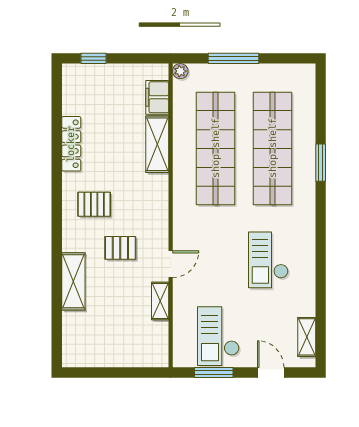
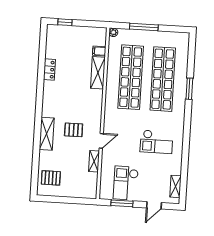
filing cabinet: (157, 97) -> (99, 51), width x0.50
locker: (71, 144) -> (49, 70), width x0.66
pallet: (94, 204) -> (51, 178), moved
checkout: (268, 260) -> (156, 142), turned -90
shelving: (73, 281) -> (47, 134), moved
door: (271, 373) -> (154, 205), swing flipped

